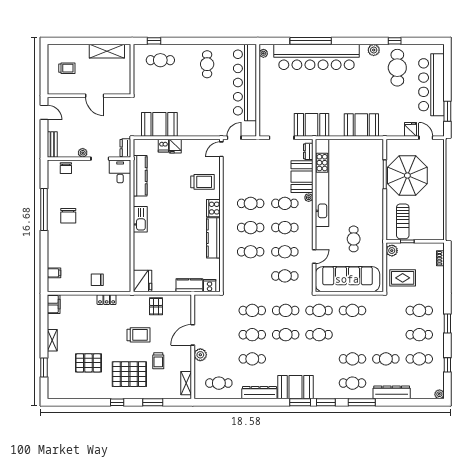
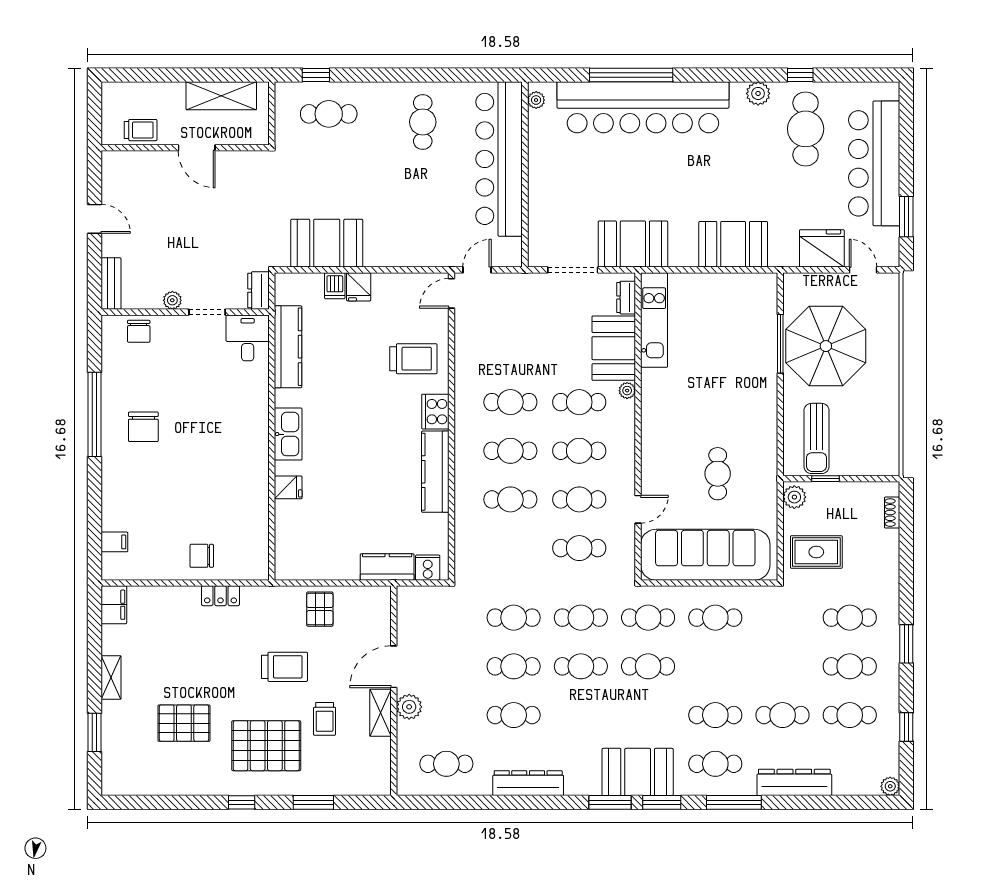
wall: (89, 96) -> (185, 148), moved
door: (95, 96) -> (197, 148), moved
fridge: (411, 129) -> (822, 248), width x1.88, depth x1.34
kitchen unit: (322, 183) -> (654, 320), width x0.54
fridge: (143, 281) -> (288, 487), moved, width x0.53, depth x0.75
shelving: (186, 383) -> (381, 713), moved
booth: (295, 387) -> (638, 772), moved

